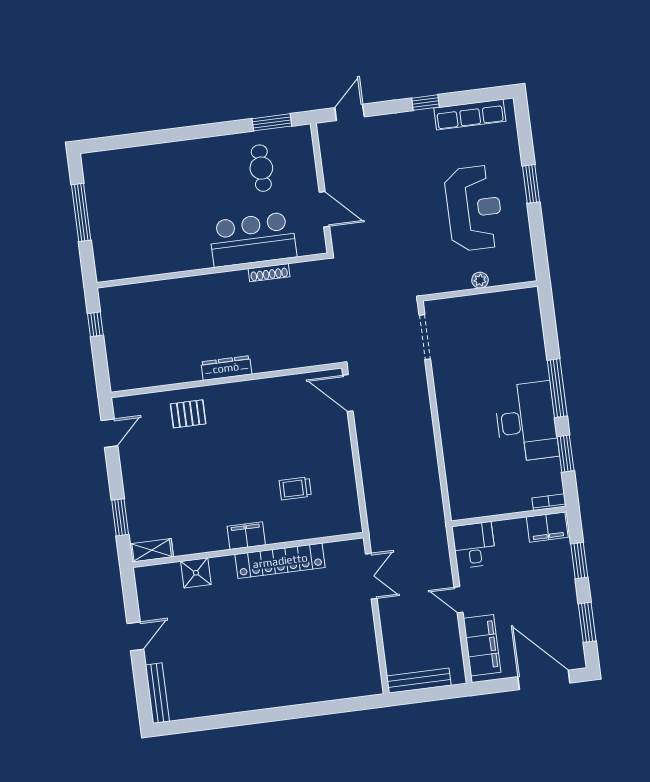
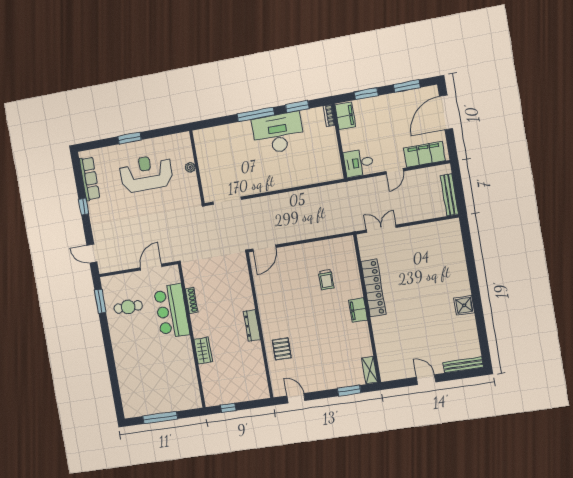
wardrobe: (188, 288) -> (203, 351), added
shower: (196, 573) -> (464, 305), moved

